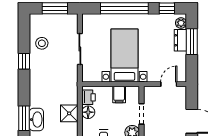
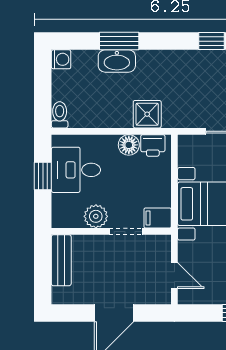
filing cabinet: (119, 94) -> (158, 218), moved
shower: (69, 113) -> (147, 114), moved

